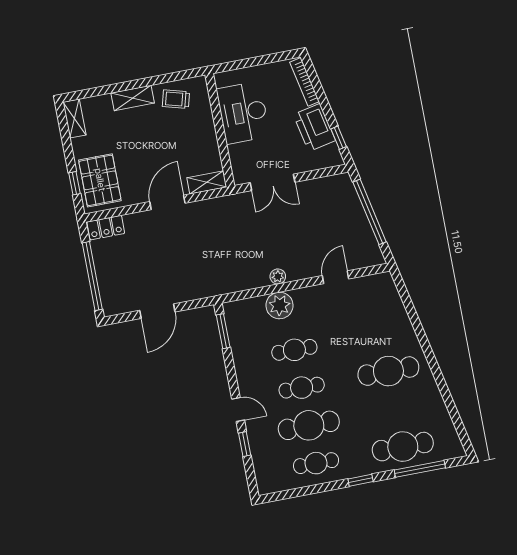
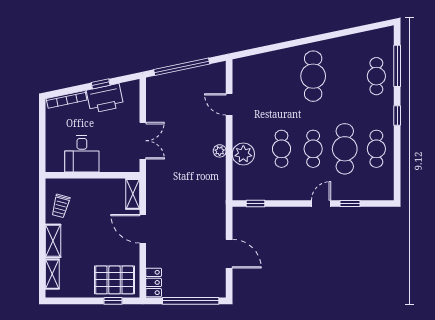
desk: (243, 113) -> (82, 154), width x0.73
shelving: (75, 119) -> (52, 274), moved, turned 90
window: (339, 138) -> (101, 84), moved
window: (223, 331) -> (255, 204), width x0.67
cafe table: (403, 447) -> (376, 76), width x0.73, depth x0.74

